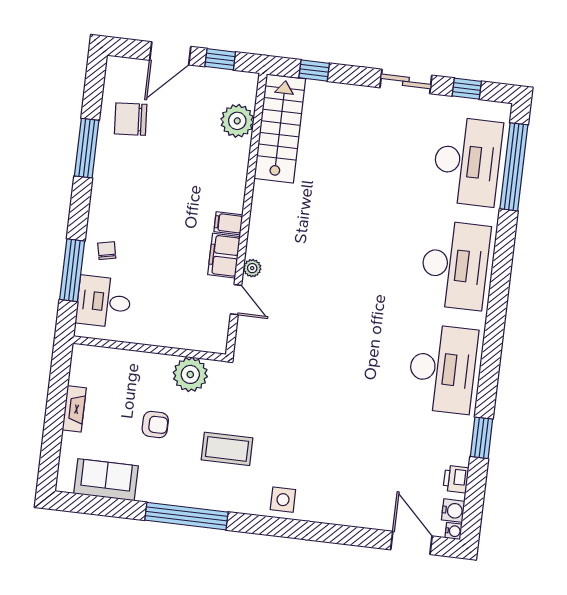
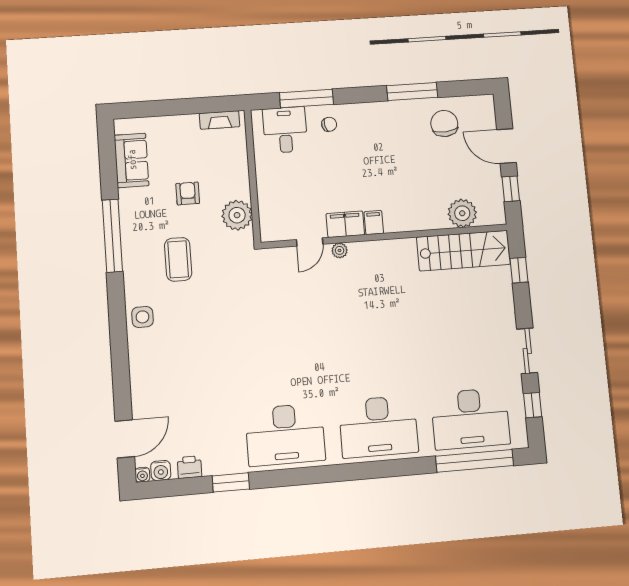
fireplace: (74, 409) -> (220, 120), moved
armchair: (155, 424) -> (188, 193), turned 180

